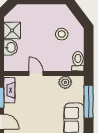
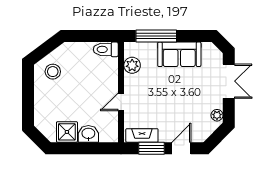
stool: (62, 34) -> (53, 72), moved

